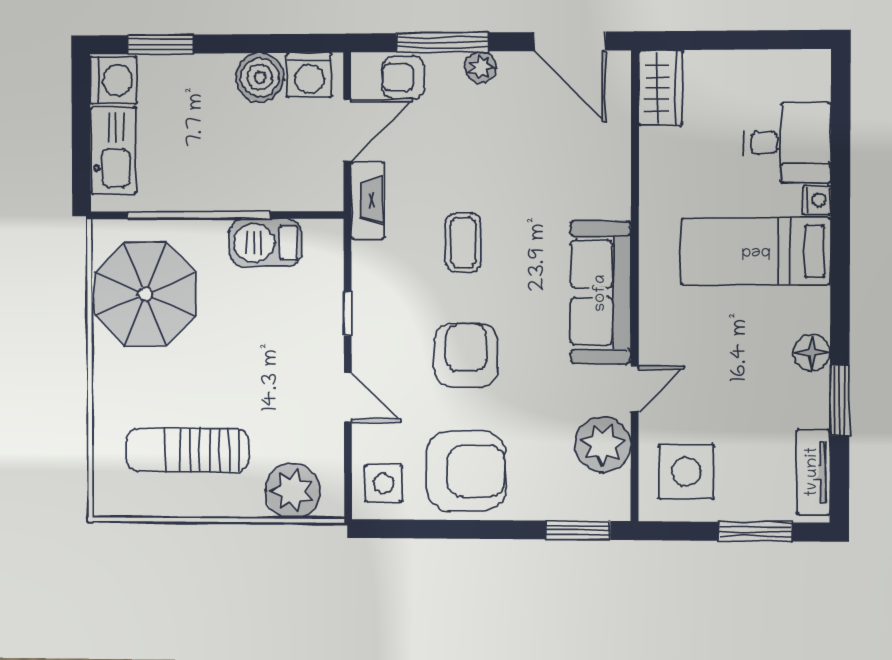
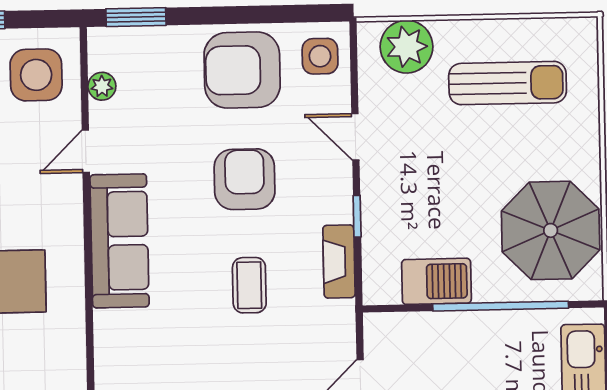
fireplace: (368, 201) -> (339, 261), moved
armchair: (466, 355) -> (245, 179), turned 180
plant: (603, 445) -> (102, 86), width x0.53, depth x0.53

